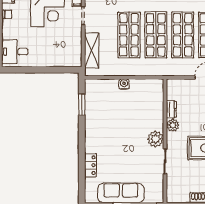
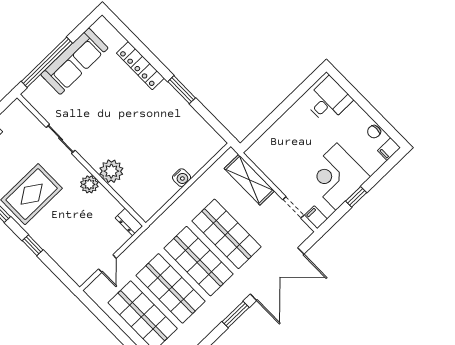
window: (82, 105) -> (182, 90), moved
dresser: (171, 109) -> (129, 222), moved
plant: (156, 139) -> (111, 171), moved
locker: (91, 165) -> (140, 66), width x1.53

